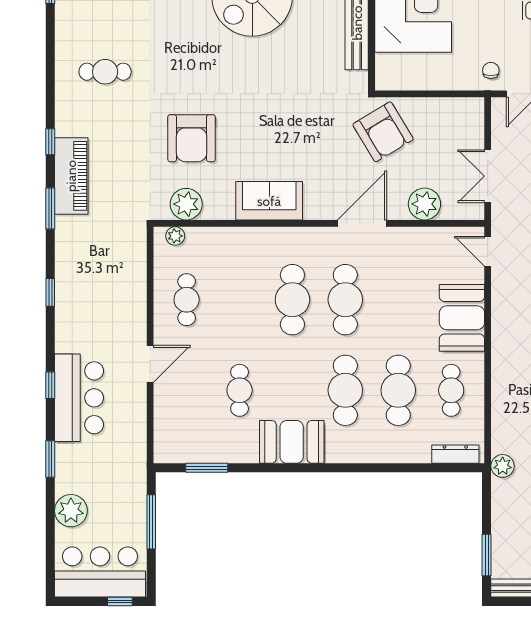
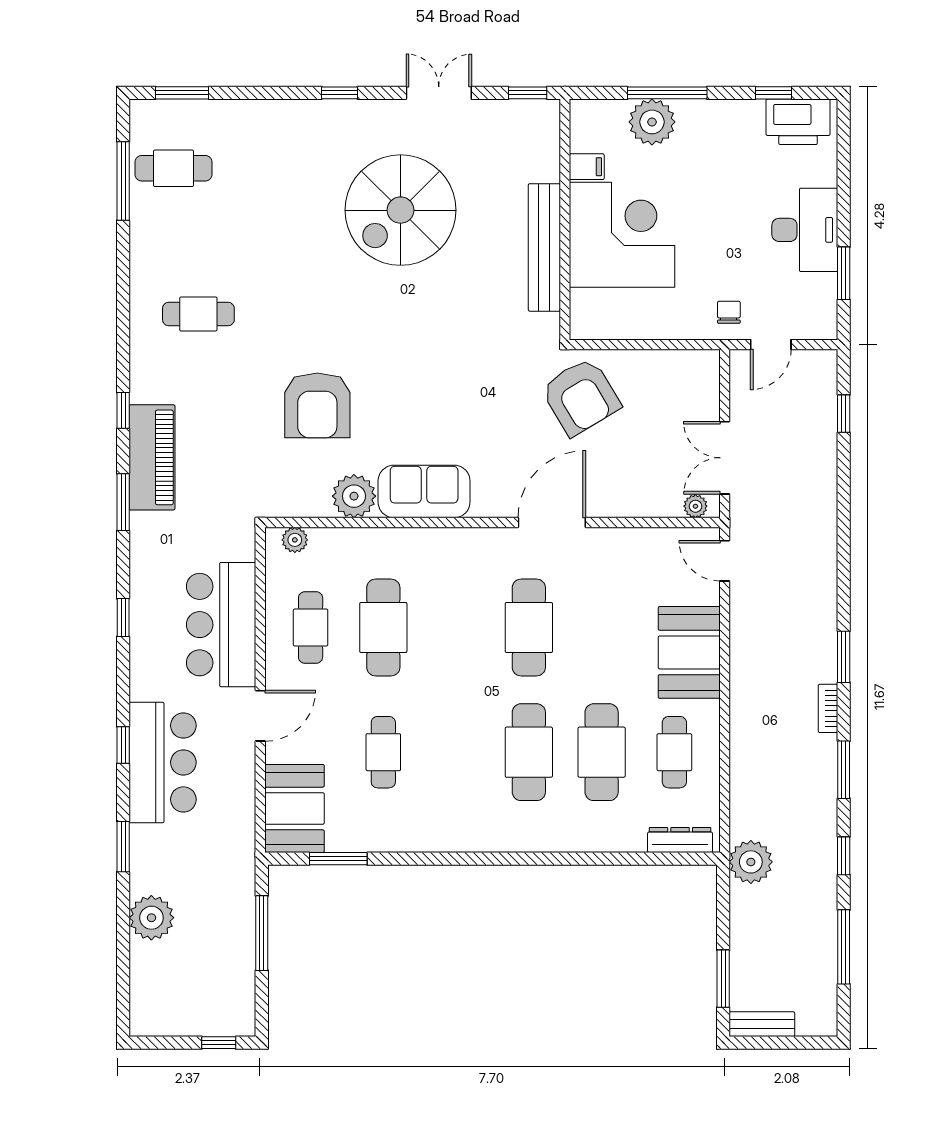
plant: (186, 204) -> (354, 496), moved
plant: (424, 204) -> (695, 506), moved, width x0.53, depth x0.53
cafe table: (292, 300) -> (383, 628), moved
booth: (292, 442) -> (294, 808), moved, turned 90
plant: (503, 466) -> (751, 862), width x1.36, depth x1.36
bar counter: (100, 572) -> (221, 625), moved, turned -90

